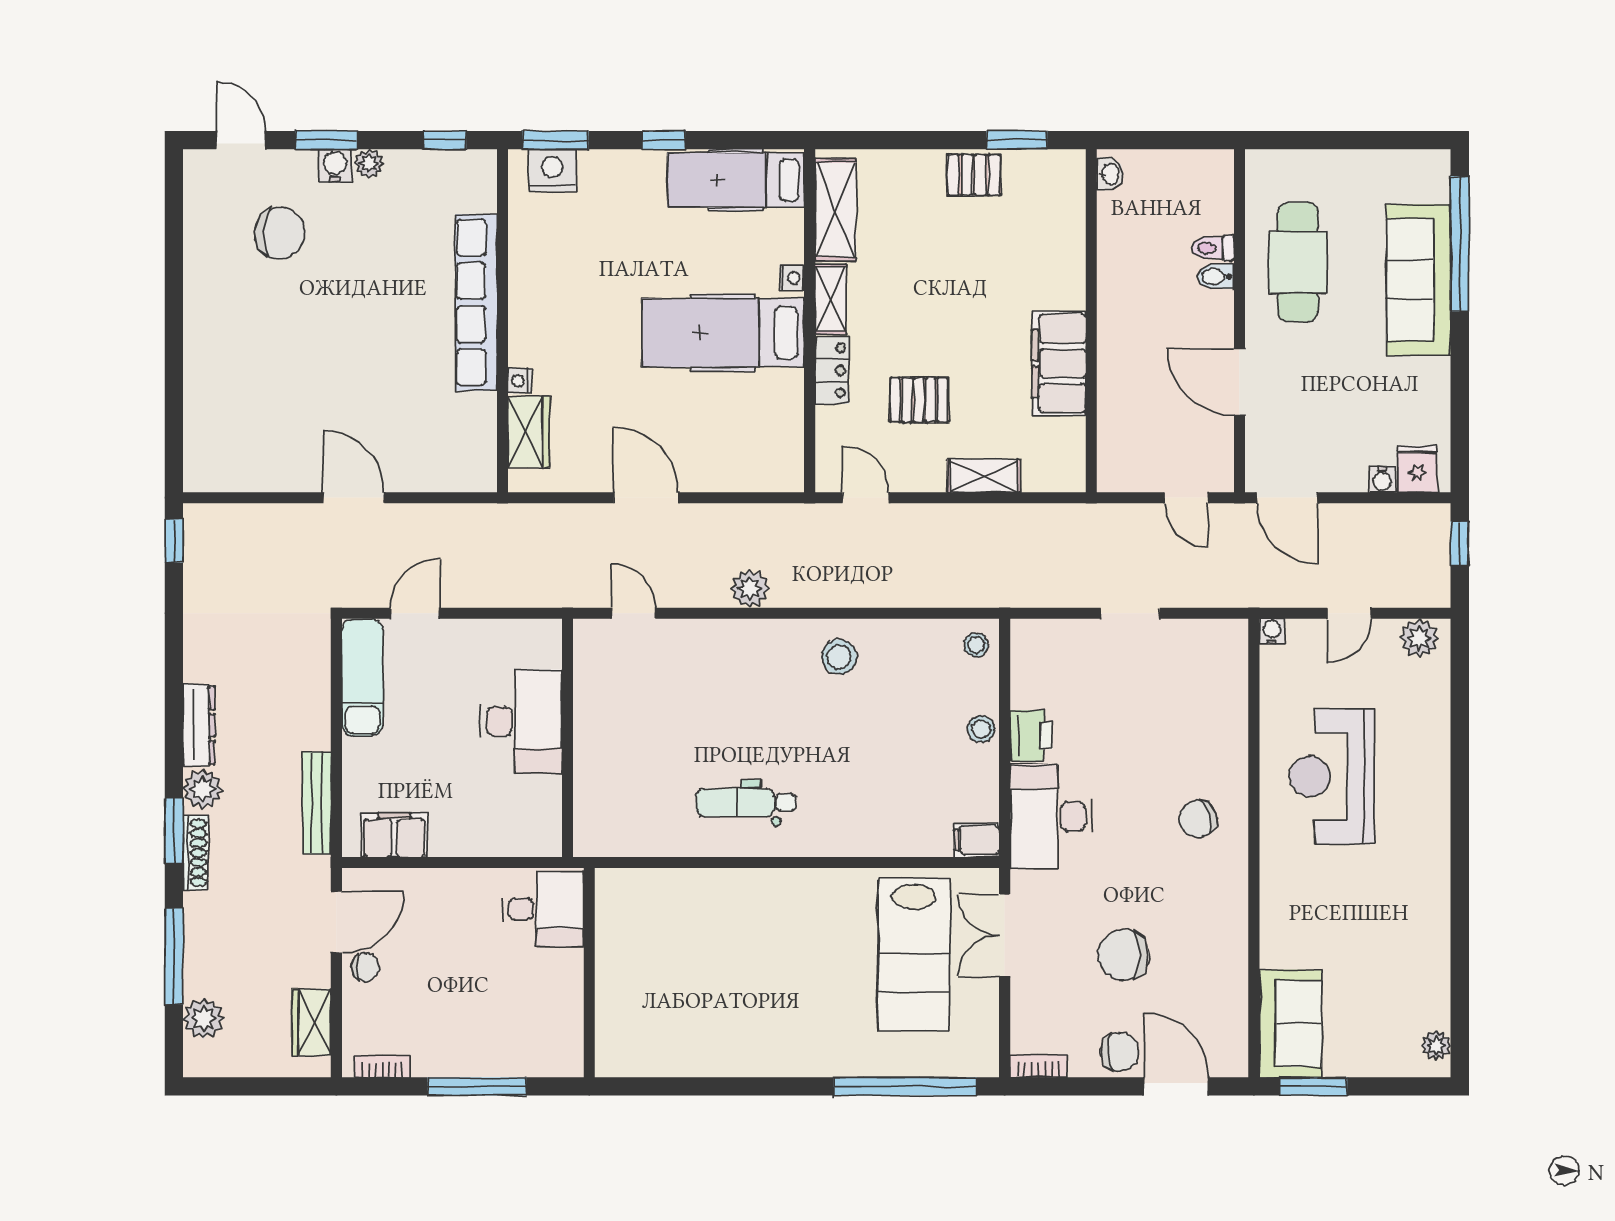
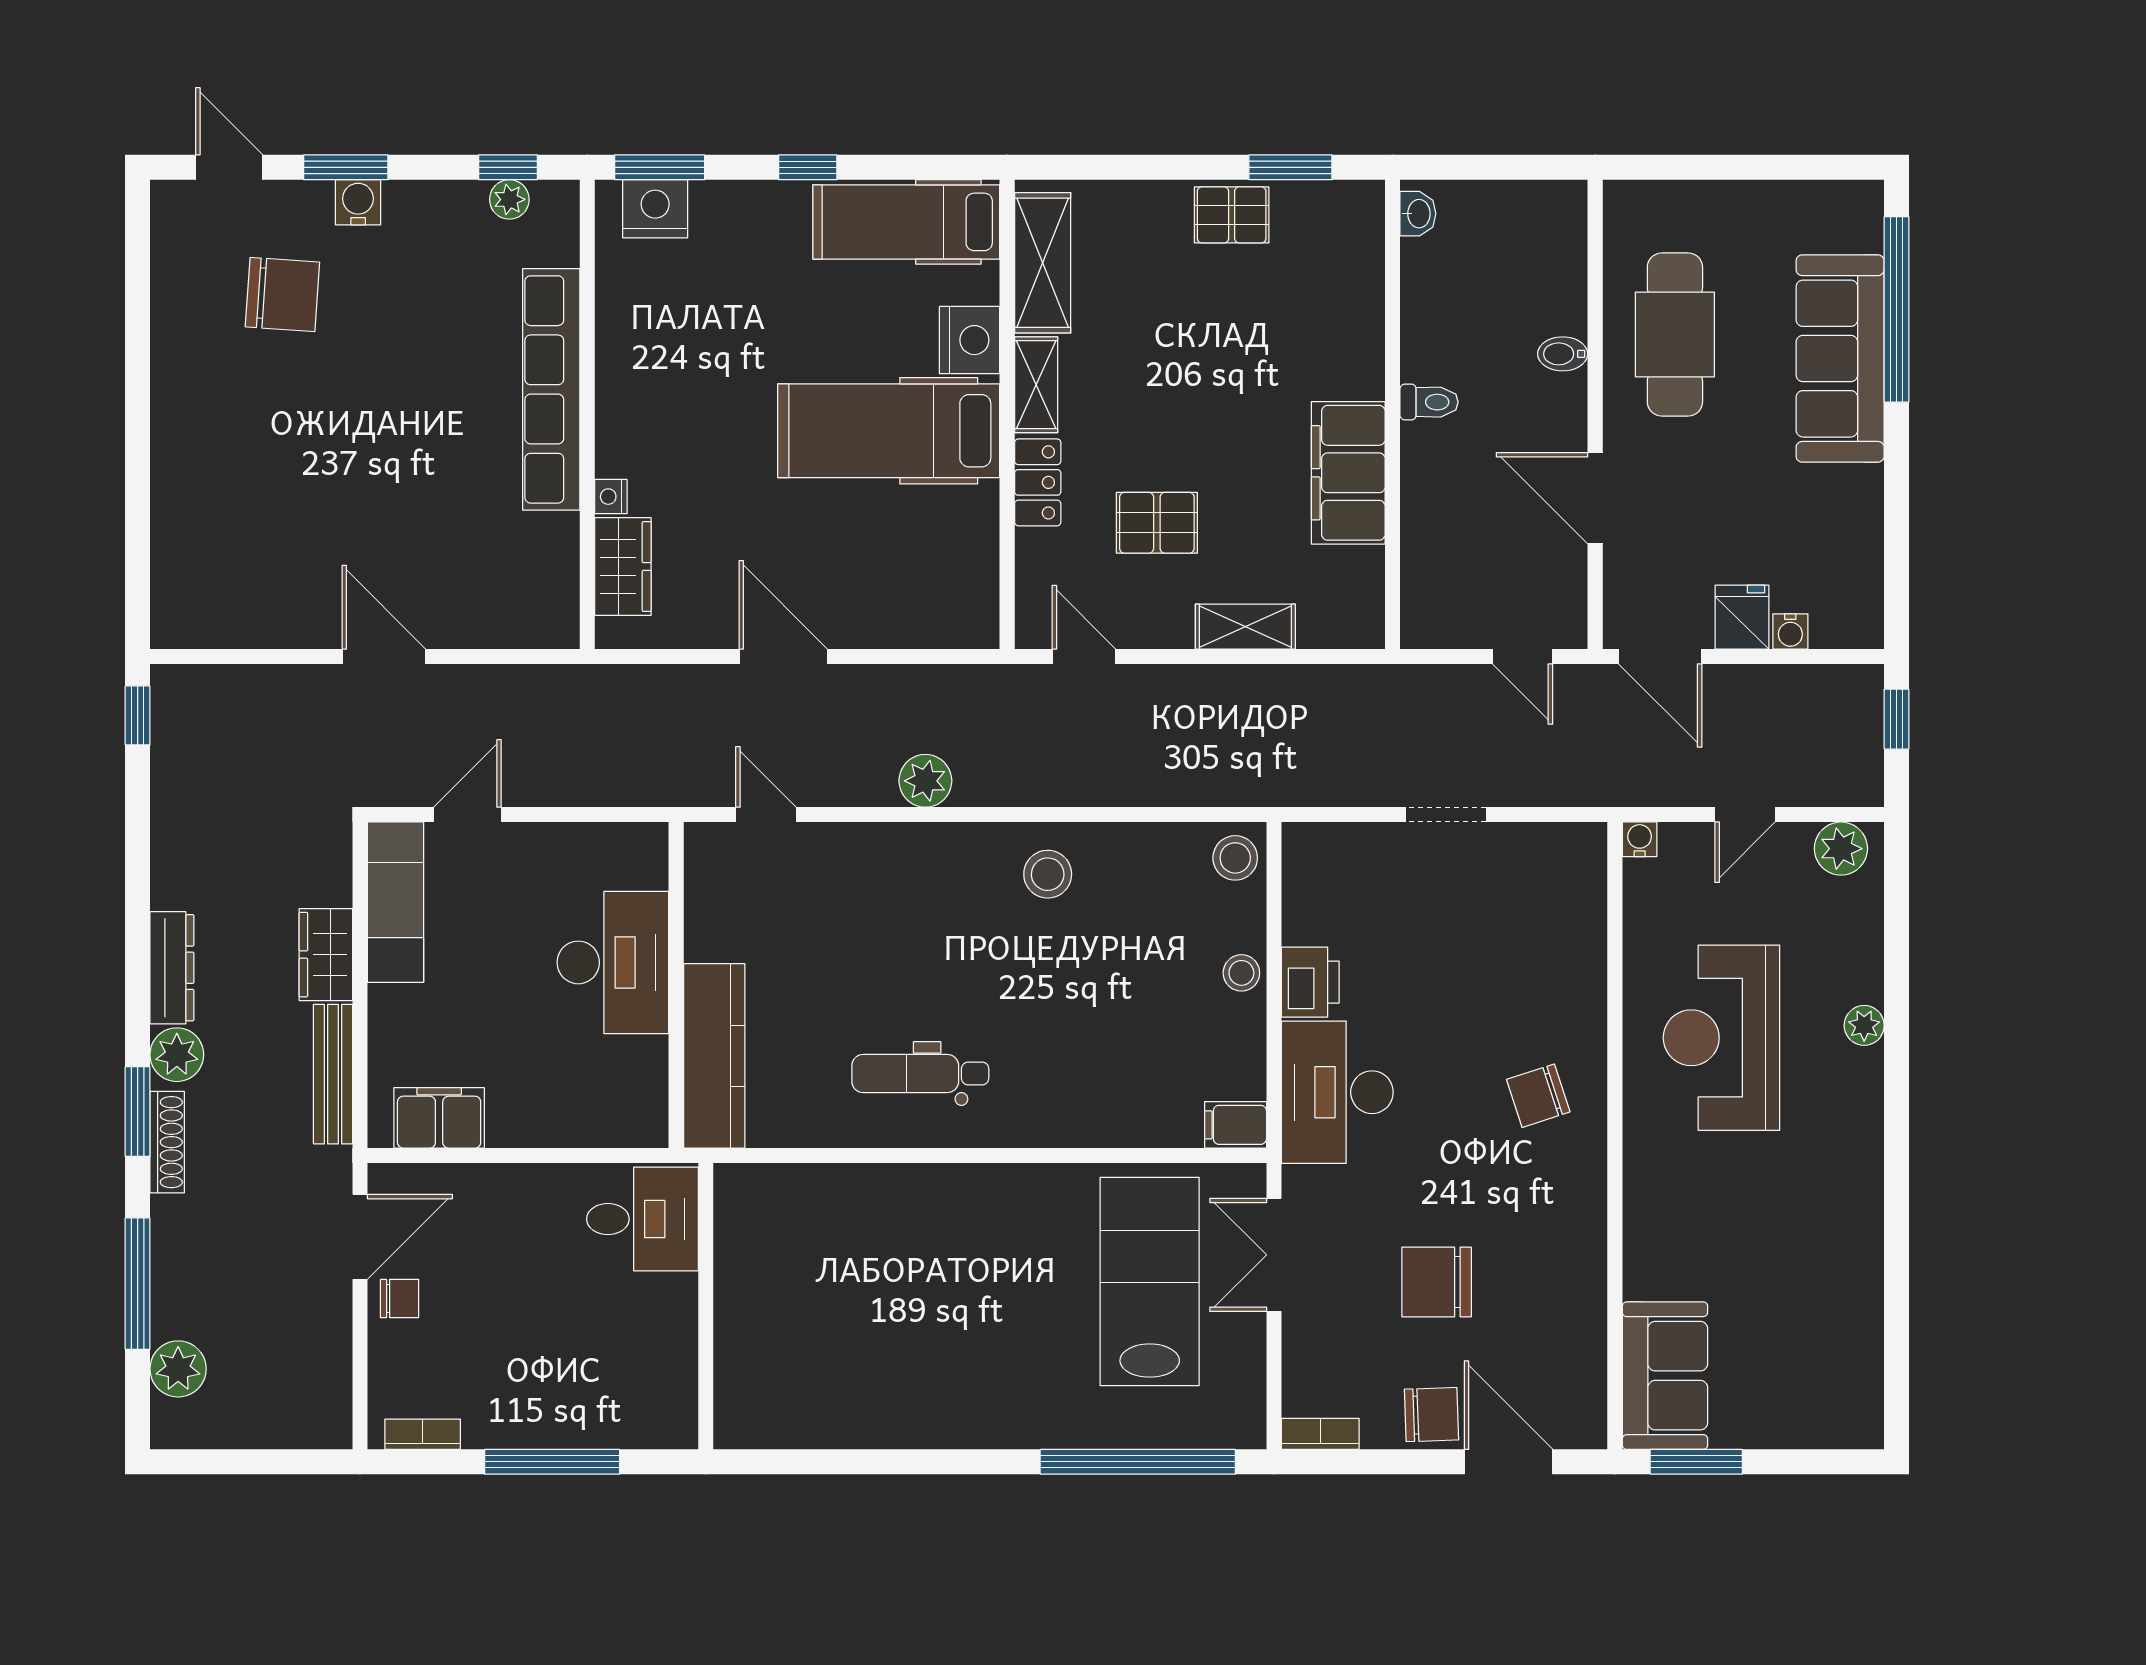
plant: (369, 164) -> (509, 199), moved
toilet: (1213, 248) -> (1429, 402), moved, turned 180
nightstand: (792, 278) -> (970, 340), width x1.89, depth x1.79
fridge: (1418, 469) -> (1742, 617), moved
stool: (976, 645) -> (1235, 858), width x1.37, depth x1.37
kitchen counter: (595, 790) -> (714, 1056), added
lab bench: (914, 955) -> (1150, 1281), turned 180
wardrobe: (311, 1022) -> (326, 955), moved
plant: (1436, 1045) -> (1864, 1025), moved

